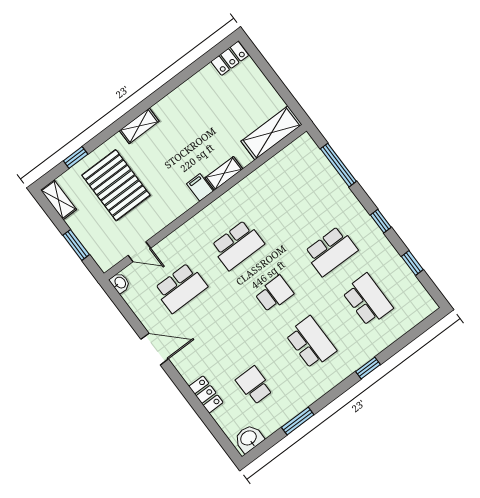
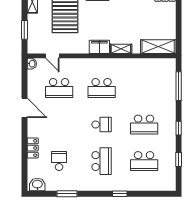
filing cabinet: (200, 187) -> (99, 47), width x2.00
school desk: (368, 300) -> (144, 161), turned 90

